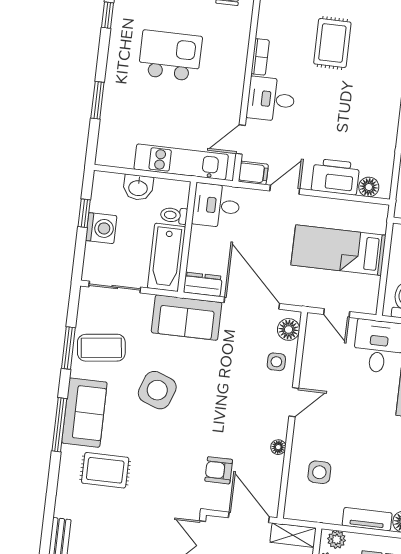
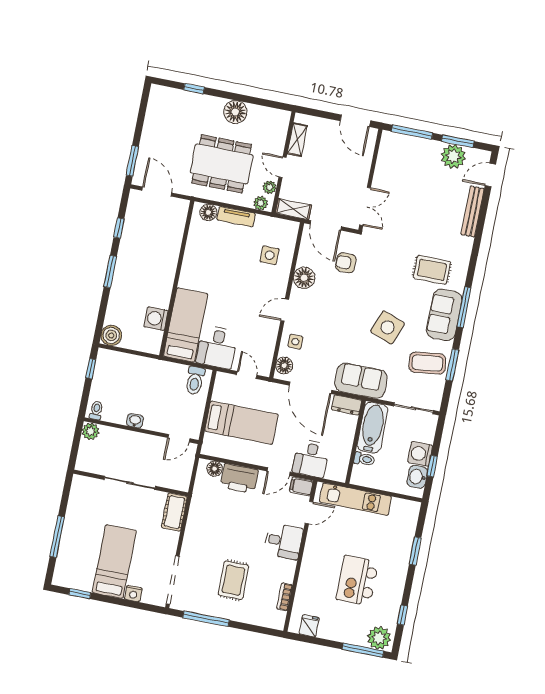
kitchen island: (170, 56) -> (357, 580), turned 90
bookcase: (260, 57) -> (285, 597), moved
washbasin: (138, 187) -> (417, 477), moved, turned -90
desk: (216, 206) -> (311, 459), moved, turned 90
floor lamp: (278, 447) -> (304, 278), width x1.89, depth x1.89
armchair: (219, 470) -> (346, 263), turned 180

